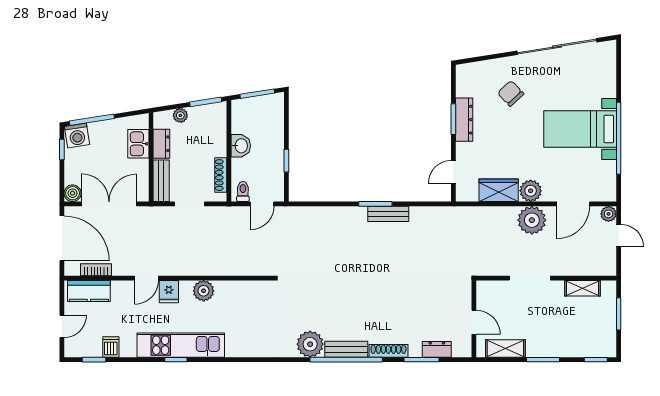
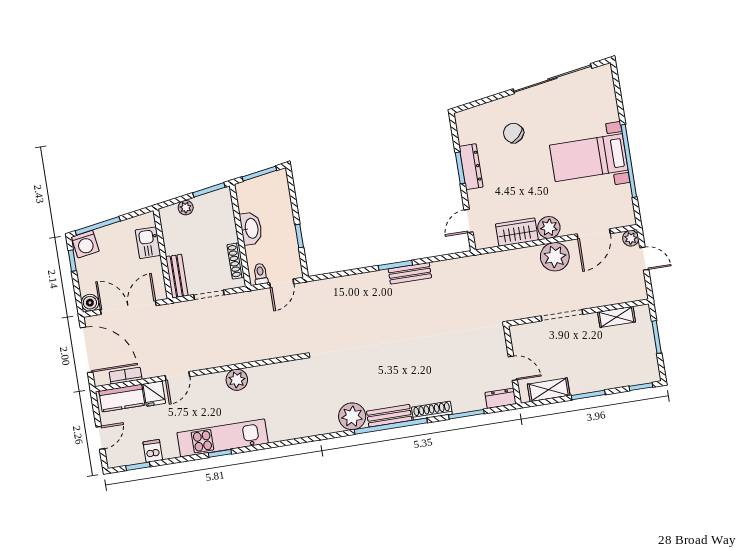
dresser: (161, 144) -> (171, 239), removed
washbasin: (241, 146) -> (251, 228), width x1.38
fridge: (169, 292) -> (154, 394), moved
dresser: (437, 349) -> (501, 398), moved

